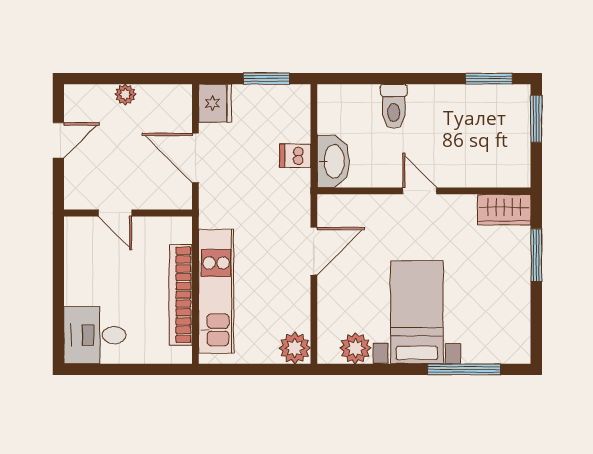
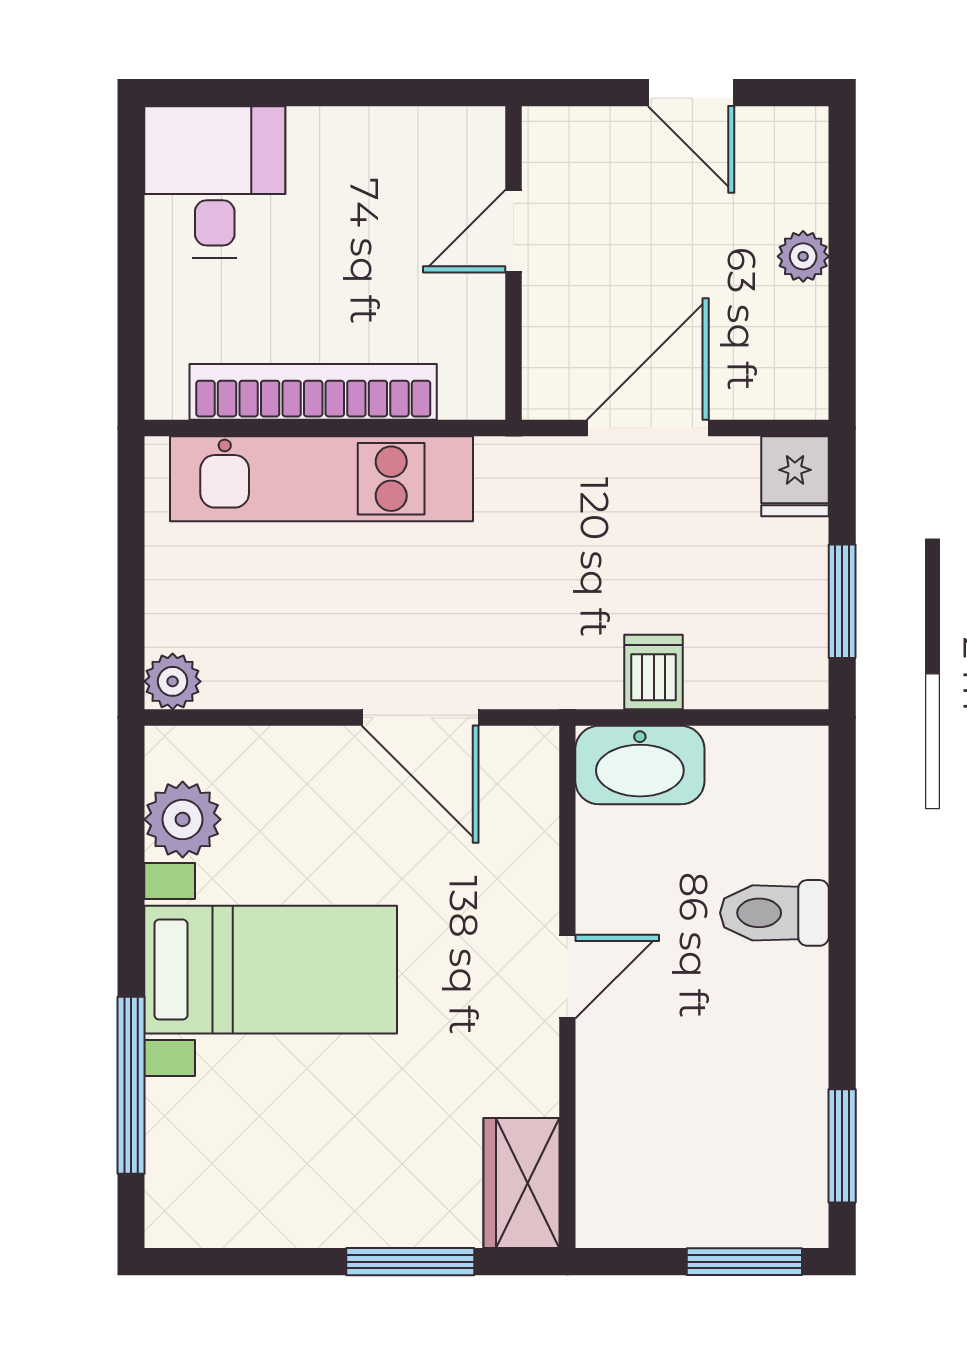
fridge: (215, 103) -> (795, 476), width x0.72
plant: (295, 348) -> (173, 681), width x0.73, depth x0.73

